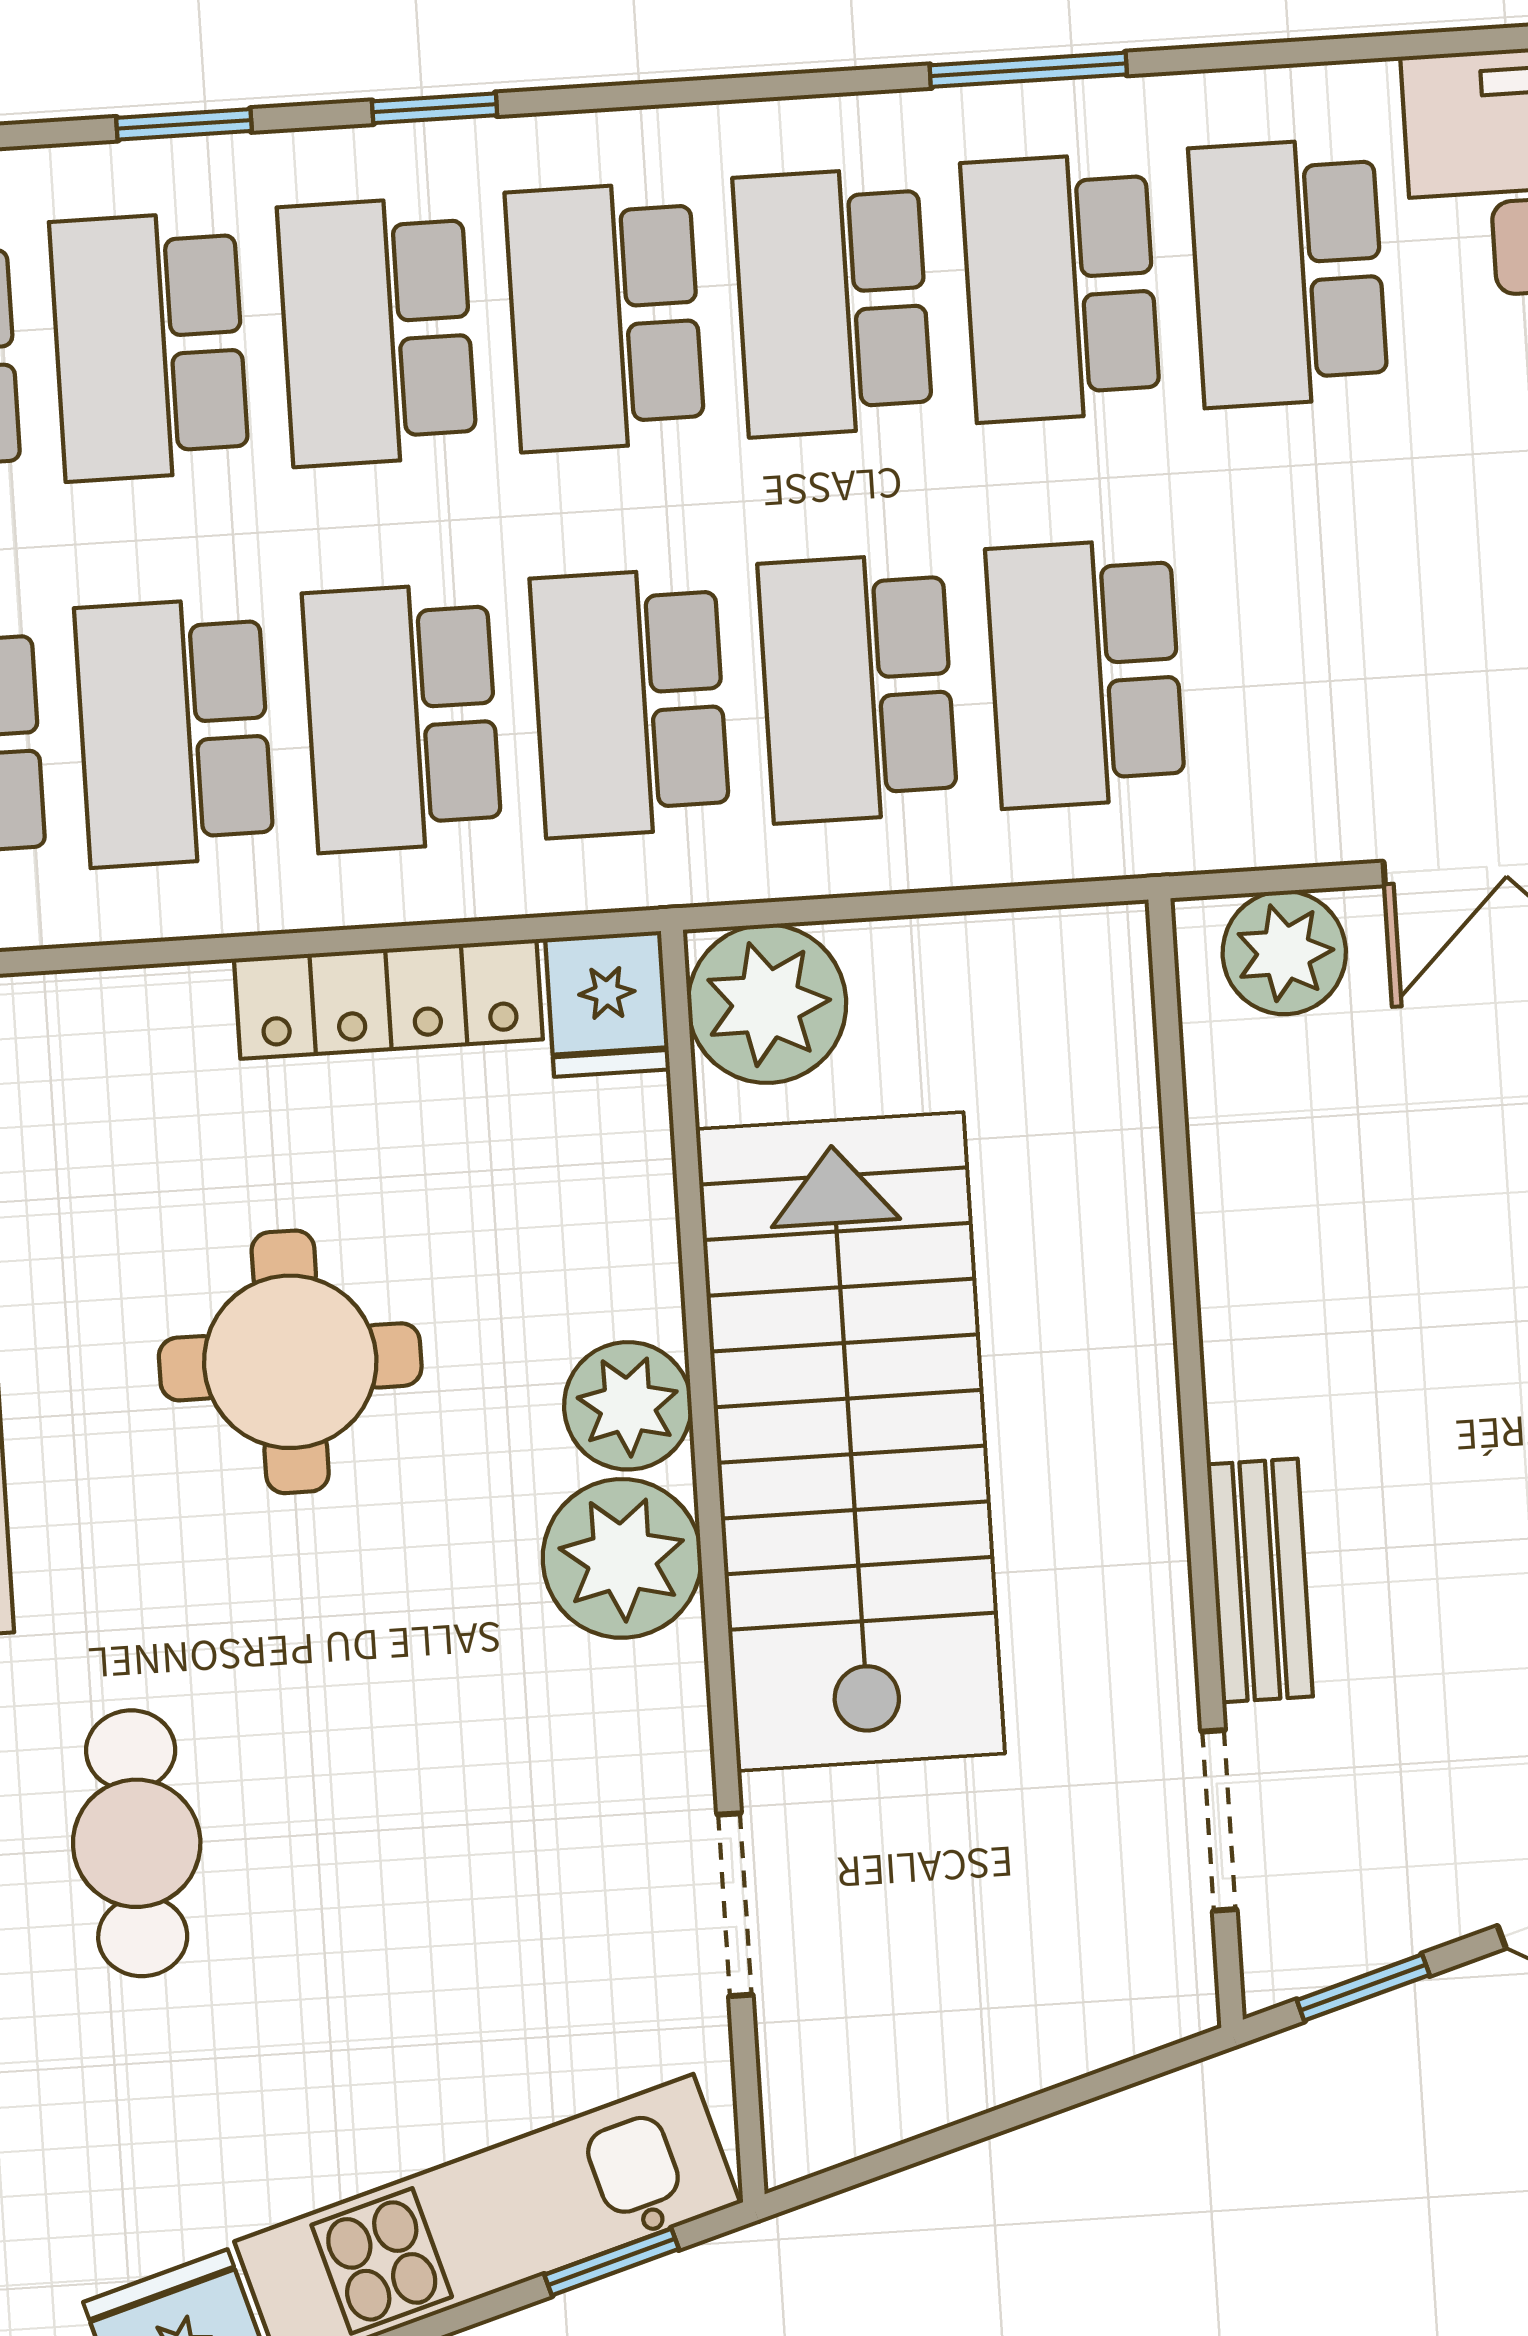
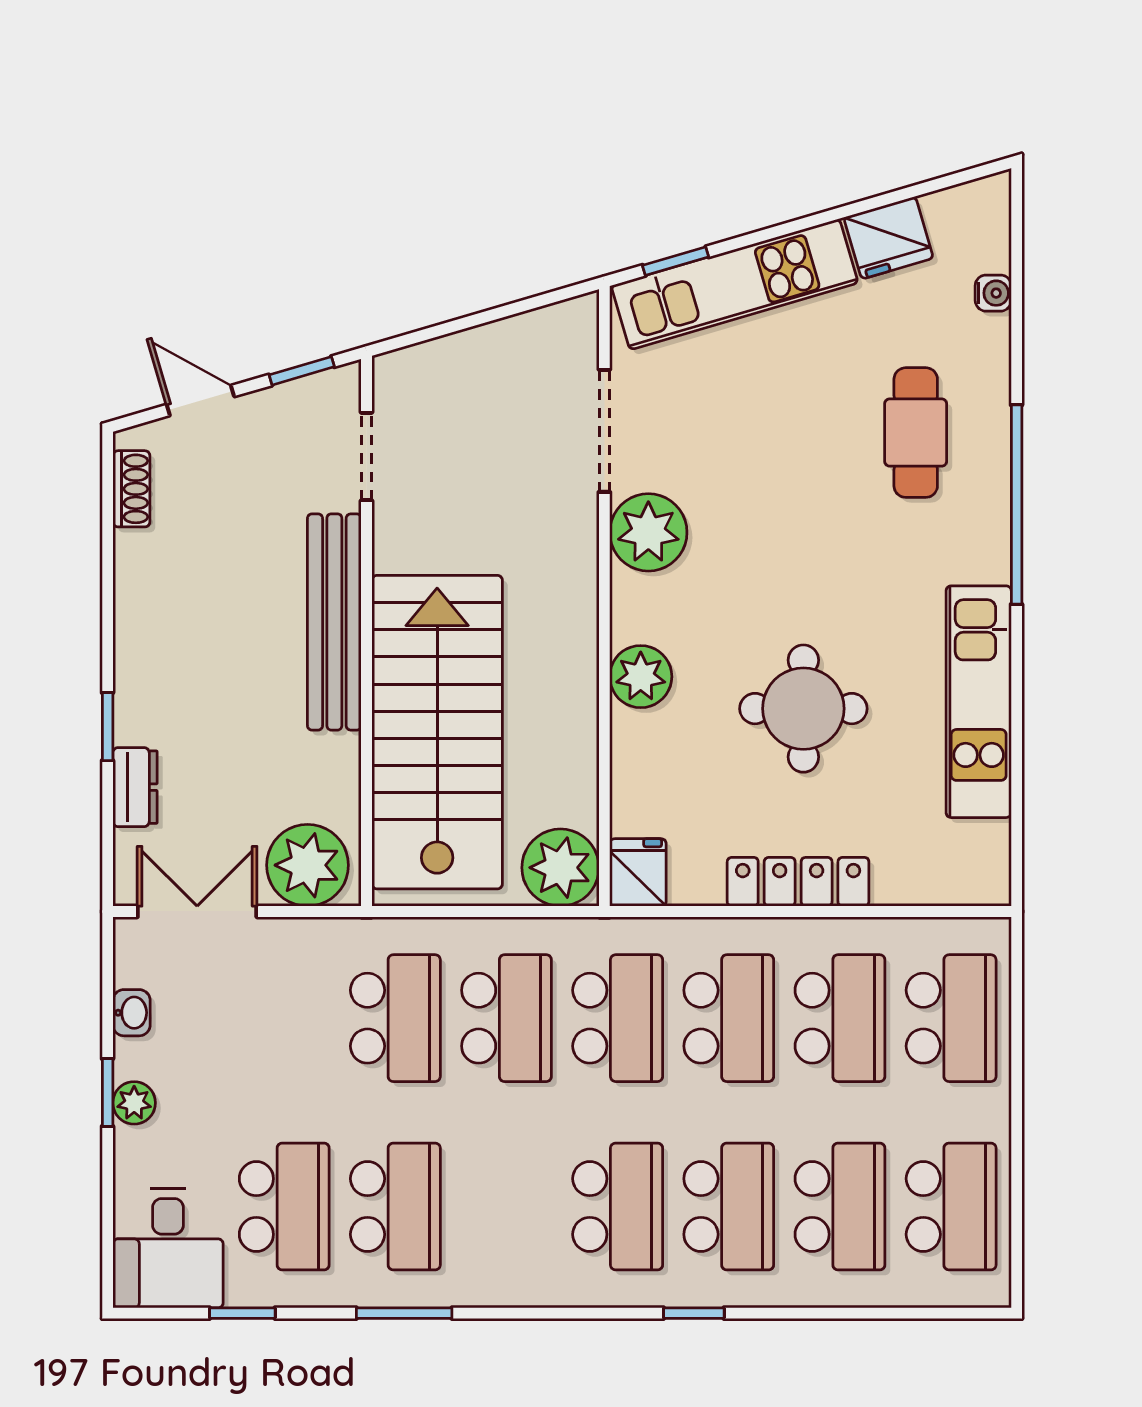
window: (184, 124) -> (242, 1313), moved
school desk: (833, 302) -> (507, 1207), removed
plant: (1284, 953) -> (308, 865), width x1.36, depth x1.36
locker: (388, 999) -> (798, 882), moved
stairs: (850, 1441) -> (437, 732), moved, turned 180
plant: (622, 1558) -> (648, 532), moved
bench: (1260, 1580) -> (334, 622), width x1.86, depth x1.21
cafe table: (137, 1843) -> (916, 433), moved
doorway: (735, 1905) -> (604, 431), width x1.38

